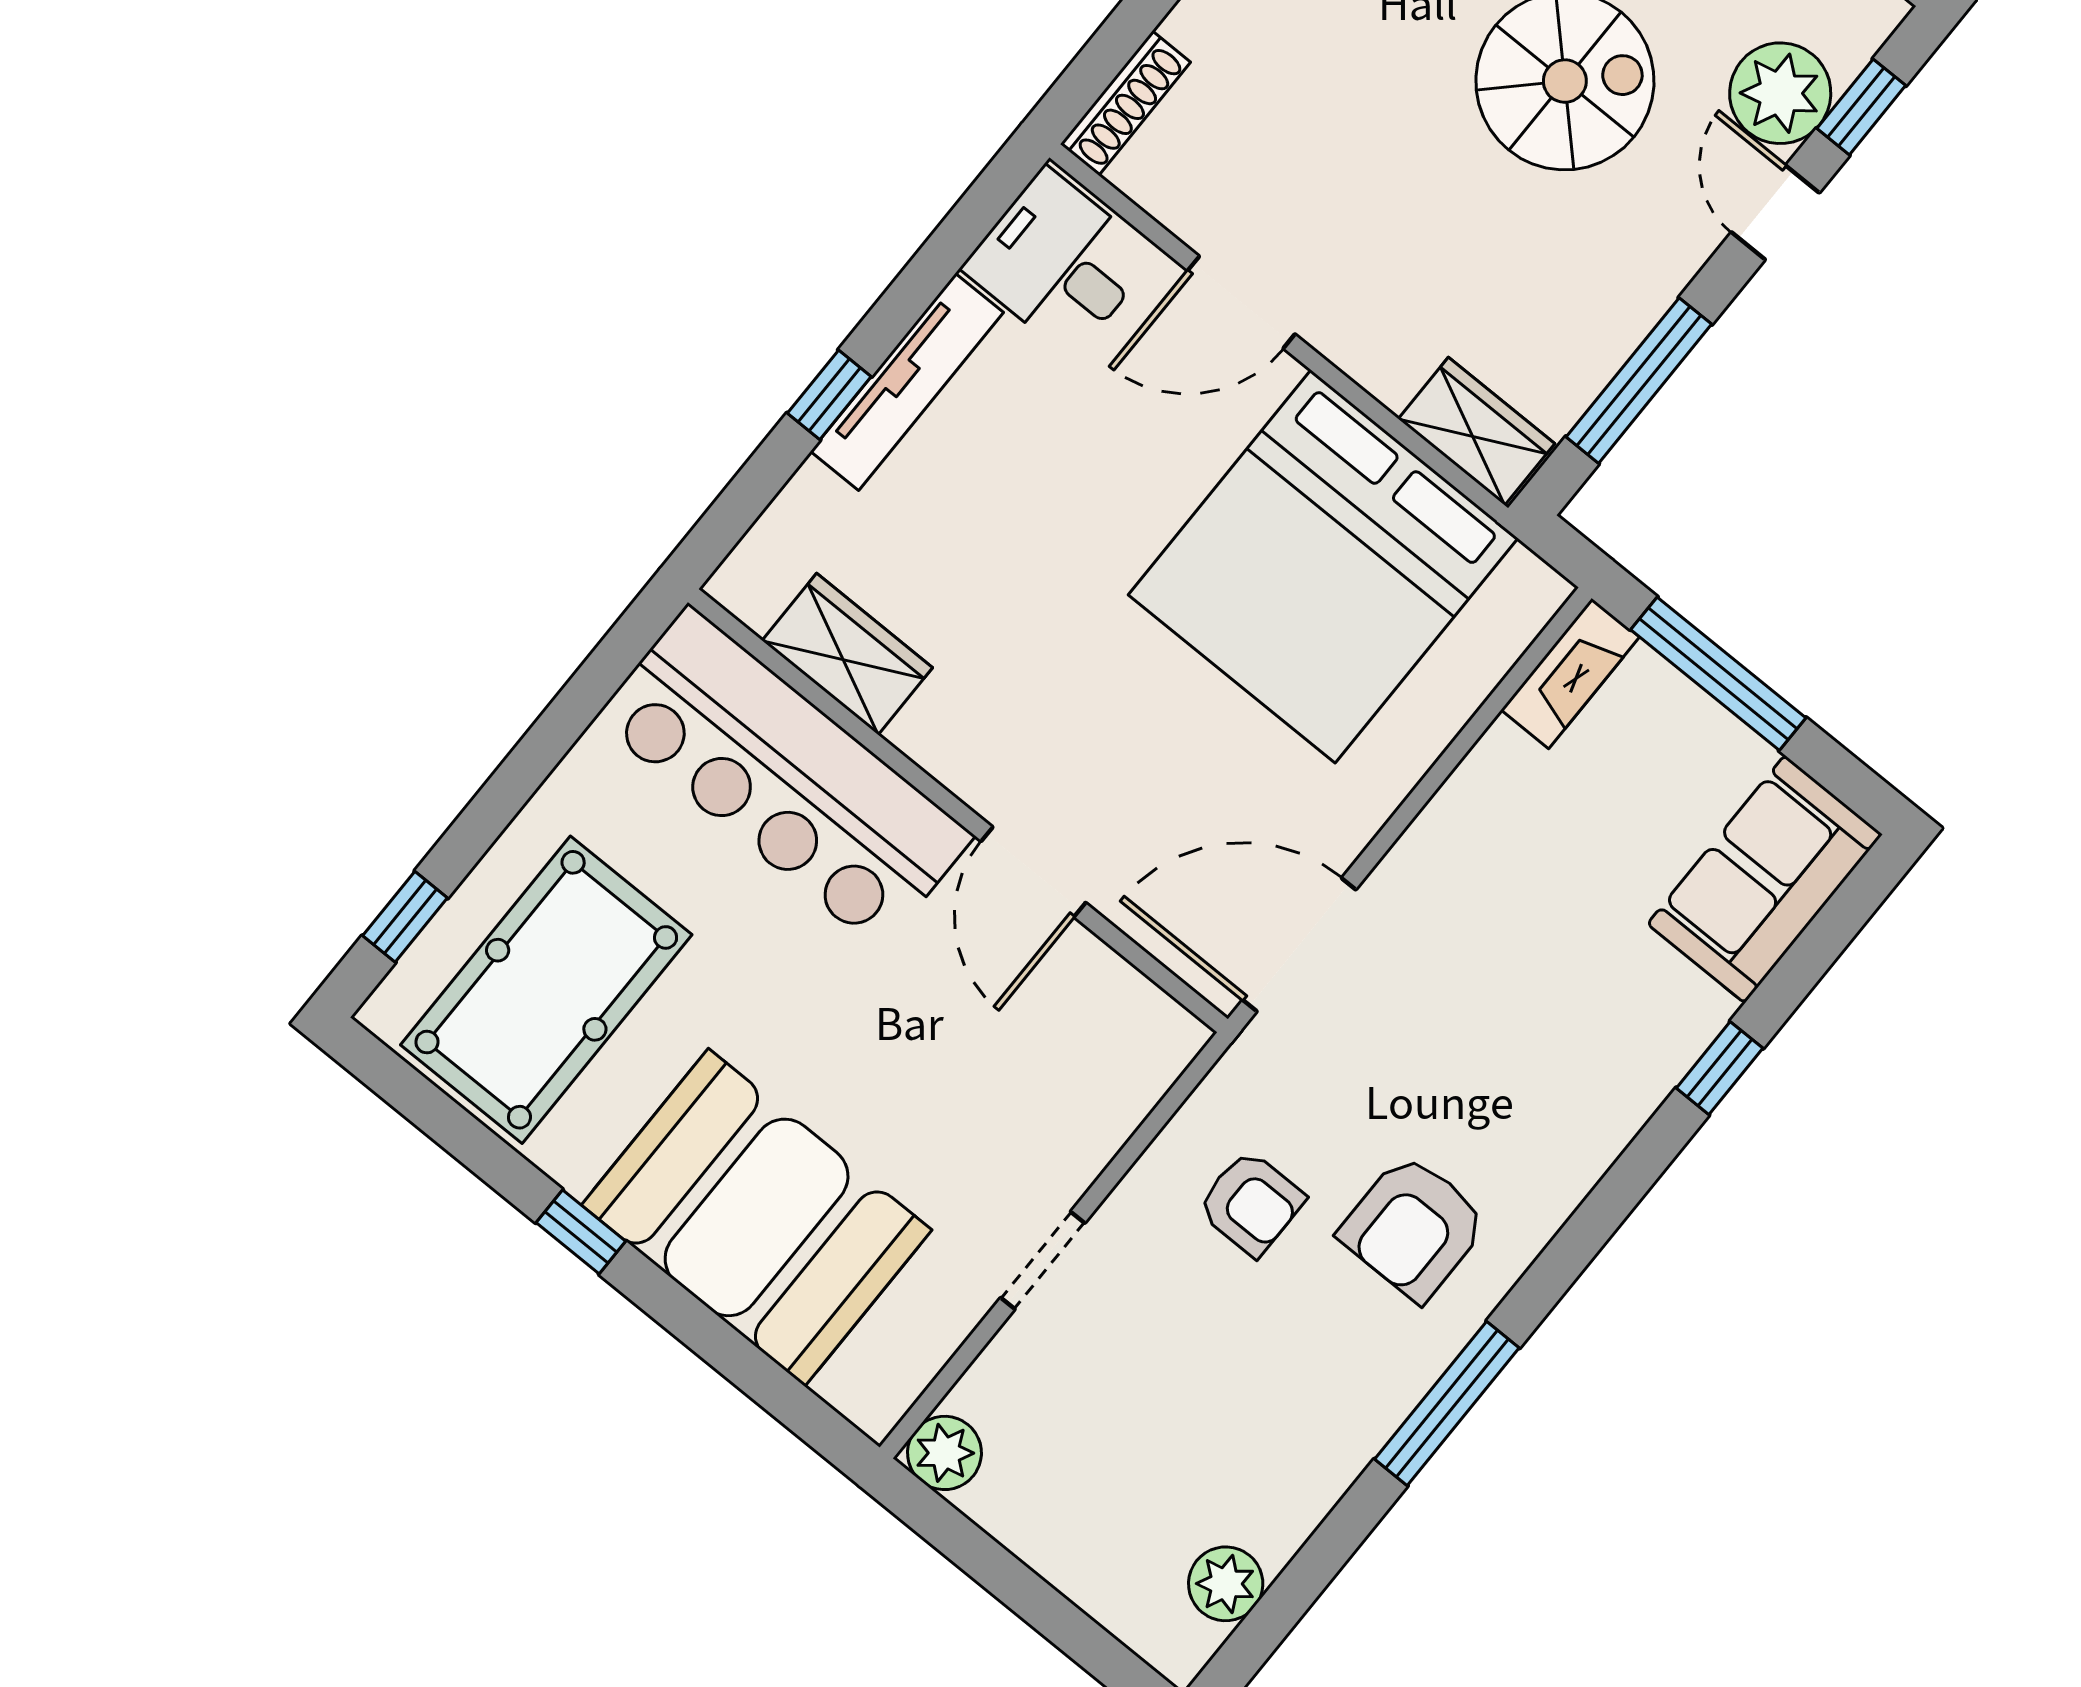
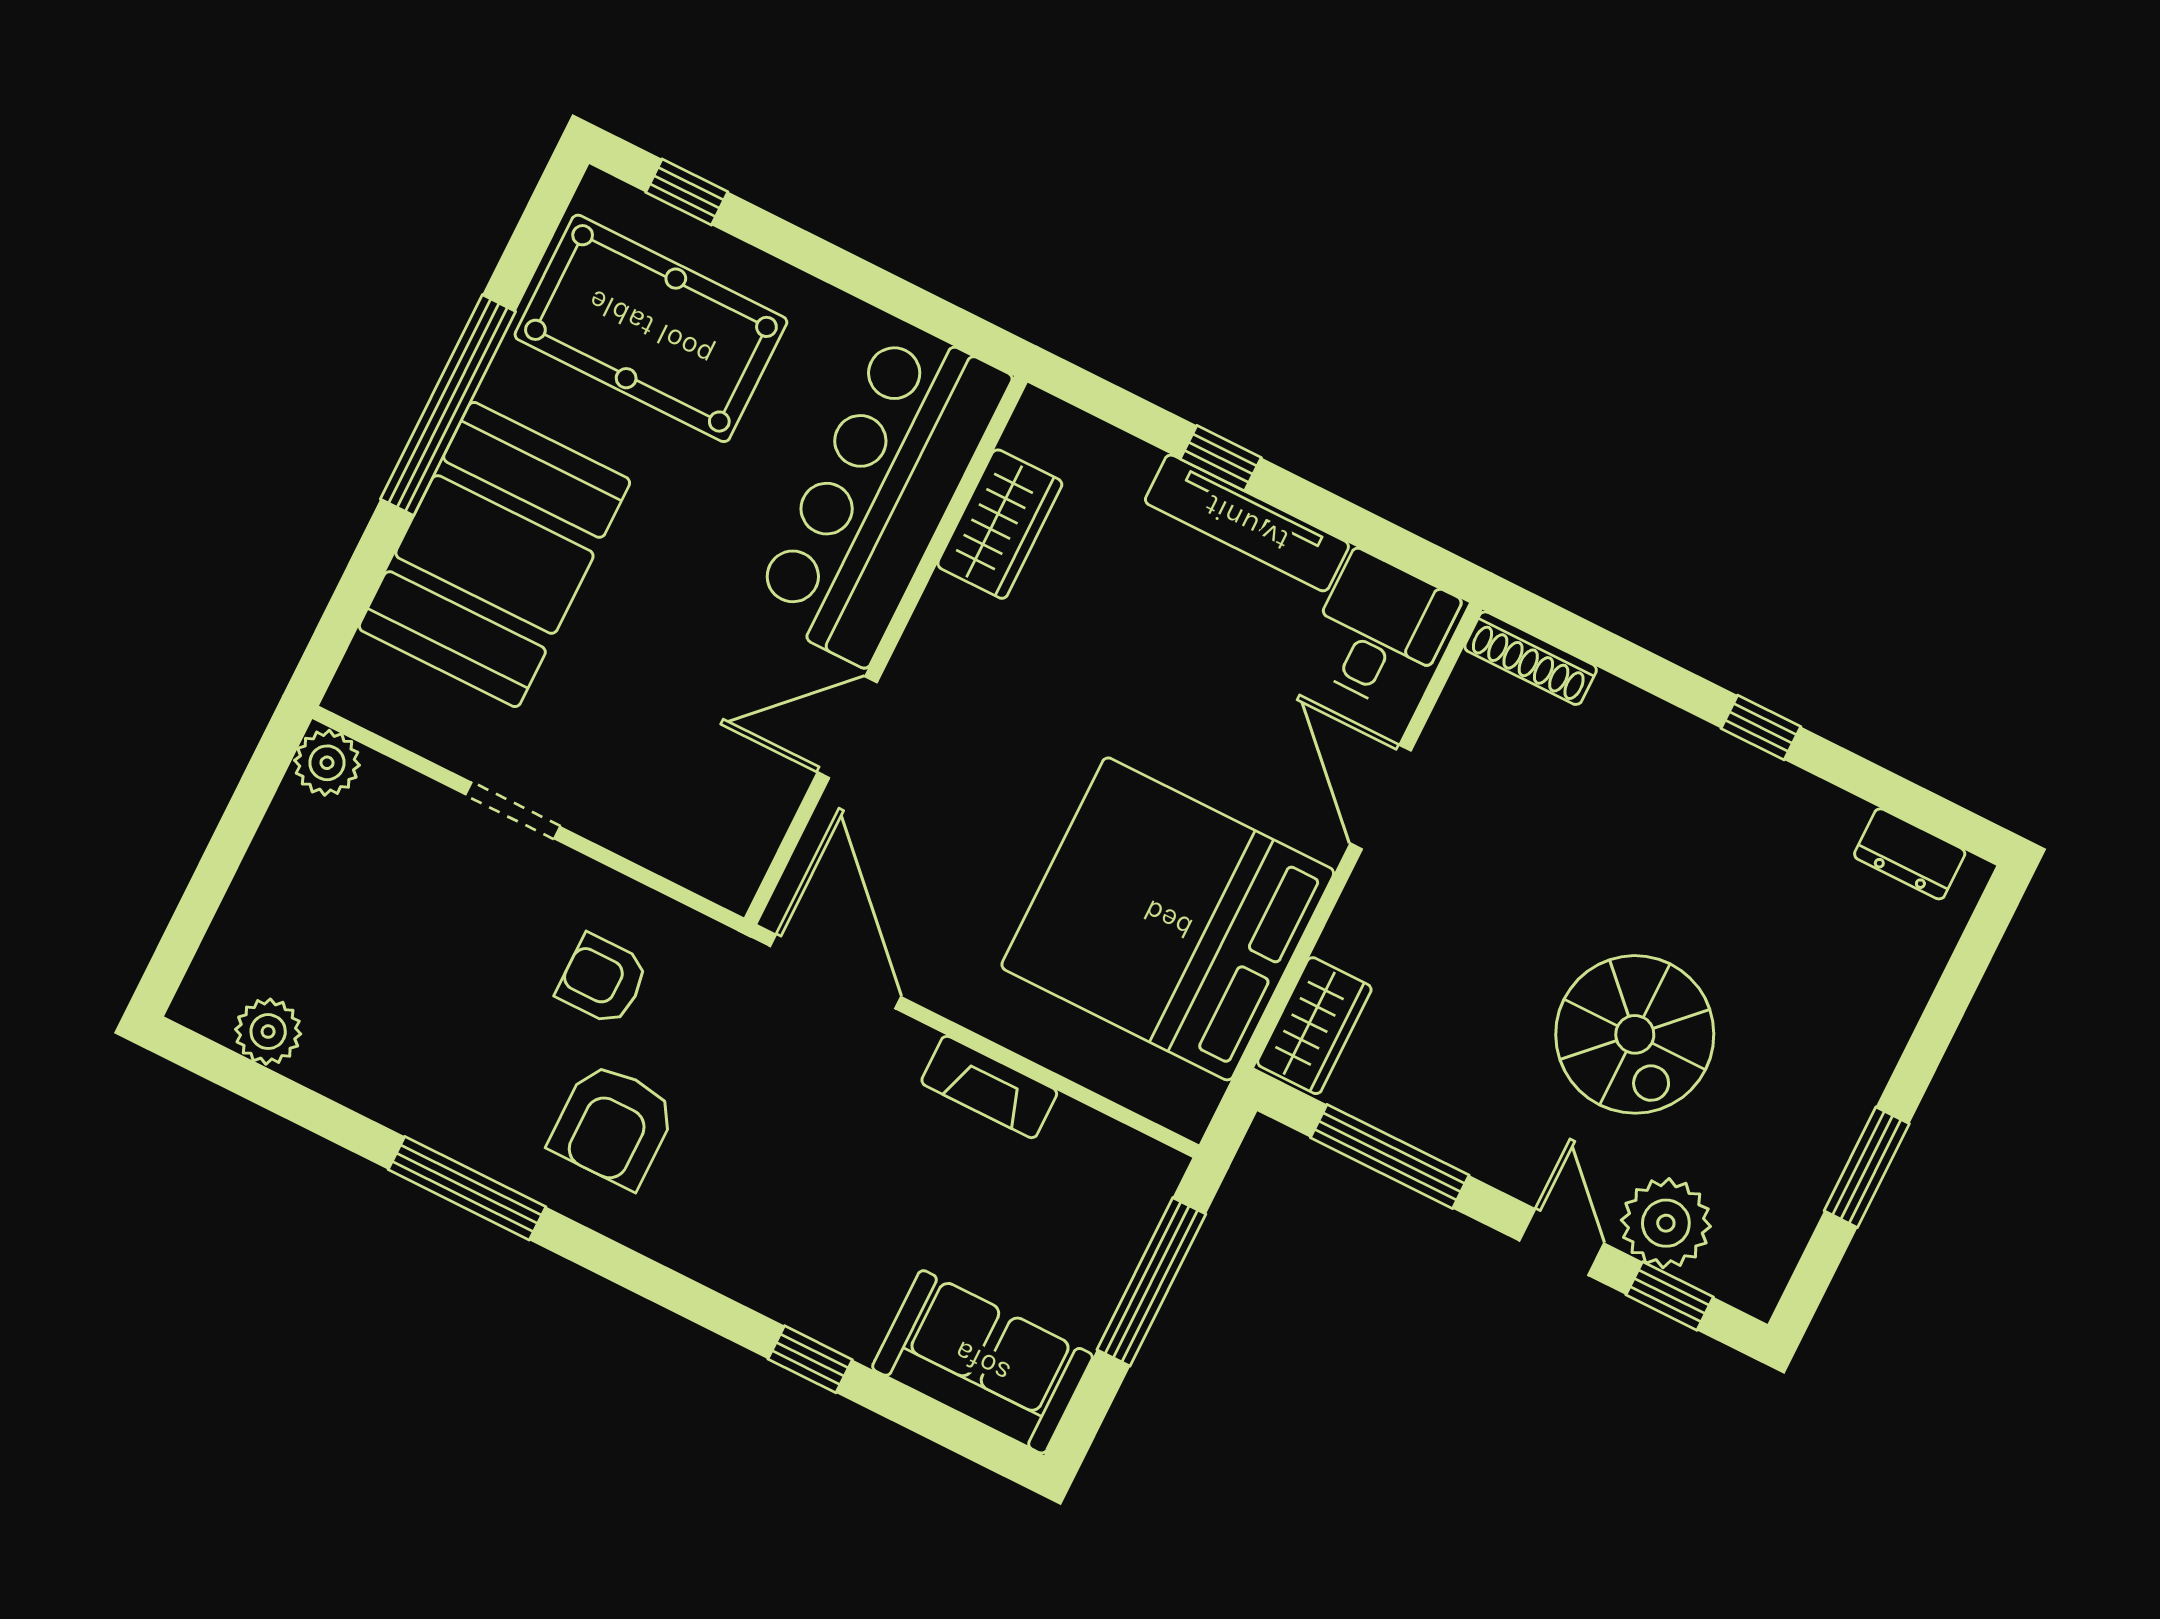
door: (1775, 212) -> (1562, 1242), hinge flipped
fireplace: (1570, 673) -> (989, 1087), moved
armchair: (1251, 1203) -> (603, 980), turned 90
armchair: (1413, 1227) -> (613, 1125), turned -90
window: (581, 1232) -> (448, 405), width x3.17

